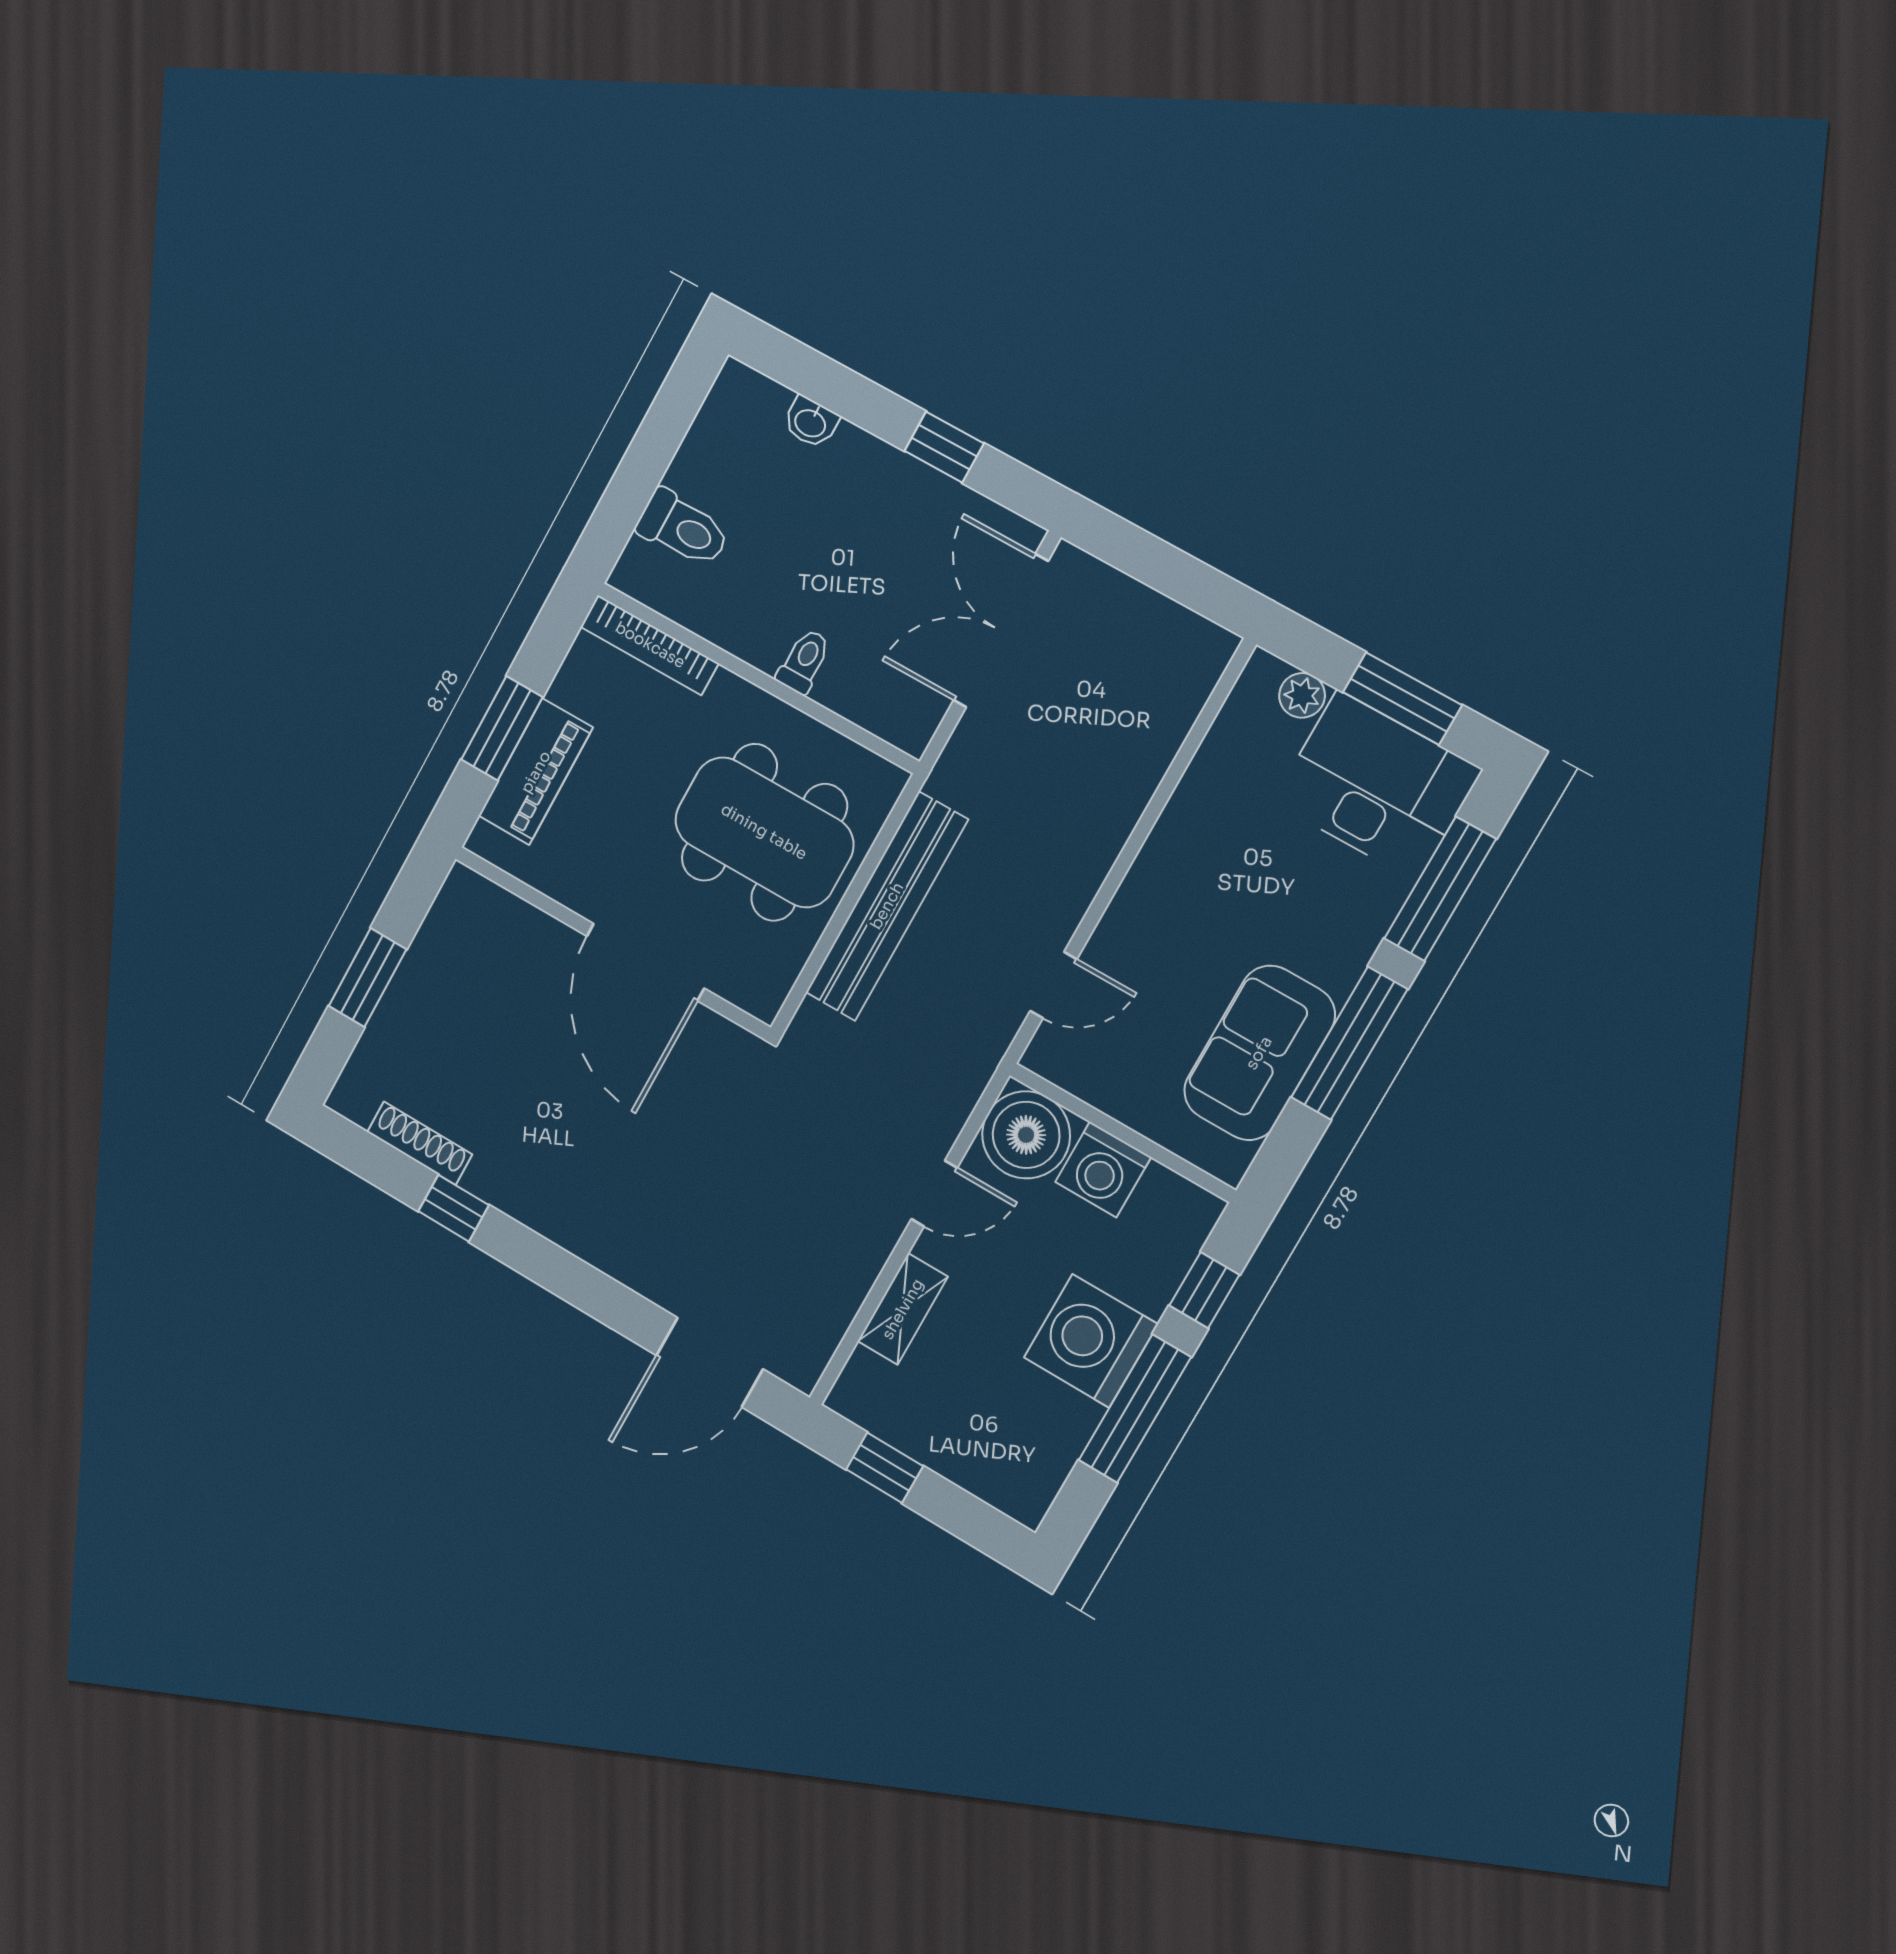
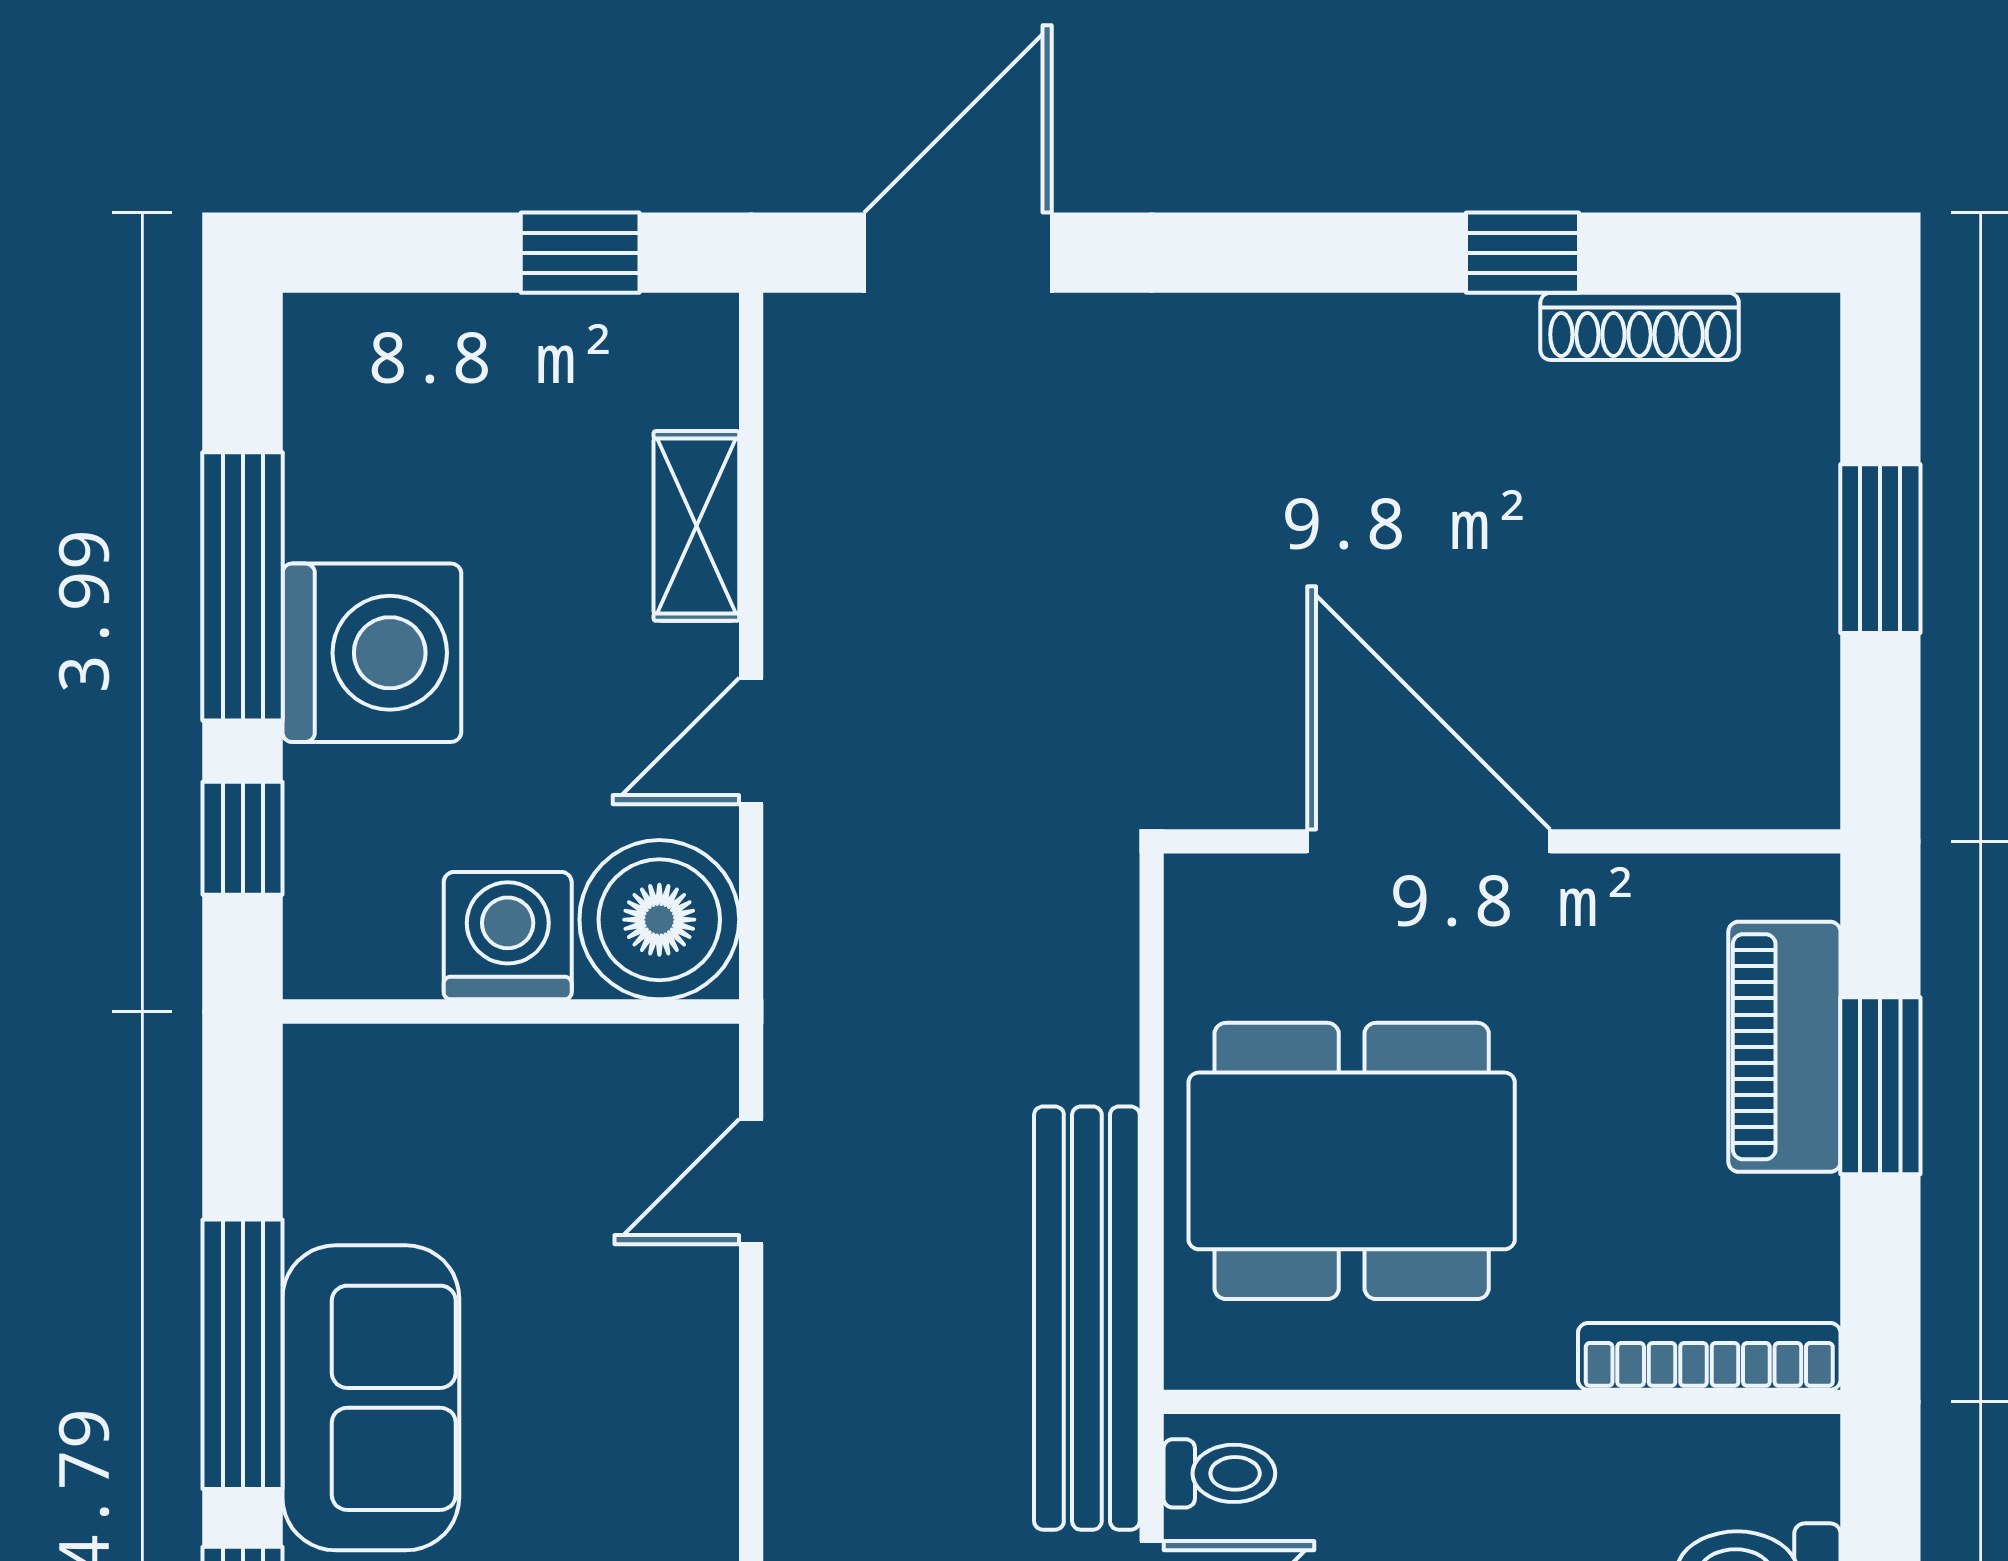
toilet: (804, 661) -> (1219, 1473), moved, turned -90
bench: (887, 906) -> (1087, 1318), moved
sofa: (1259, 1053) -> (371, 1398), moved

